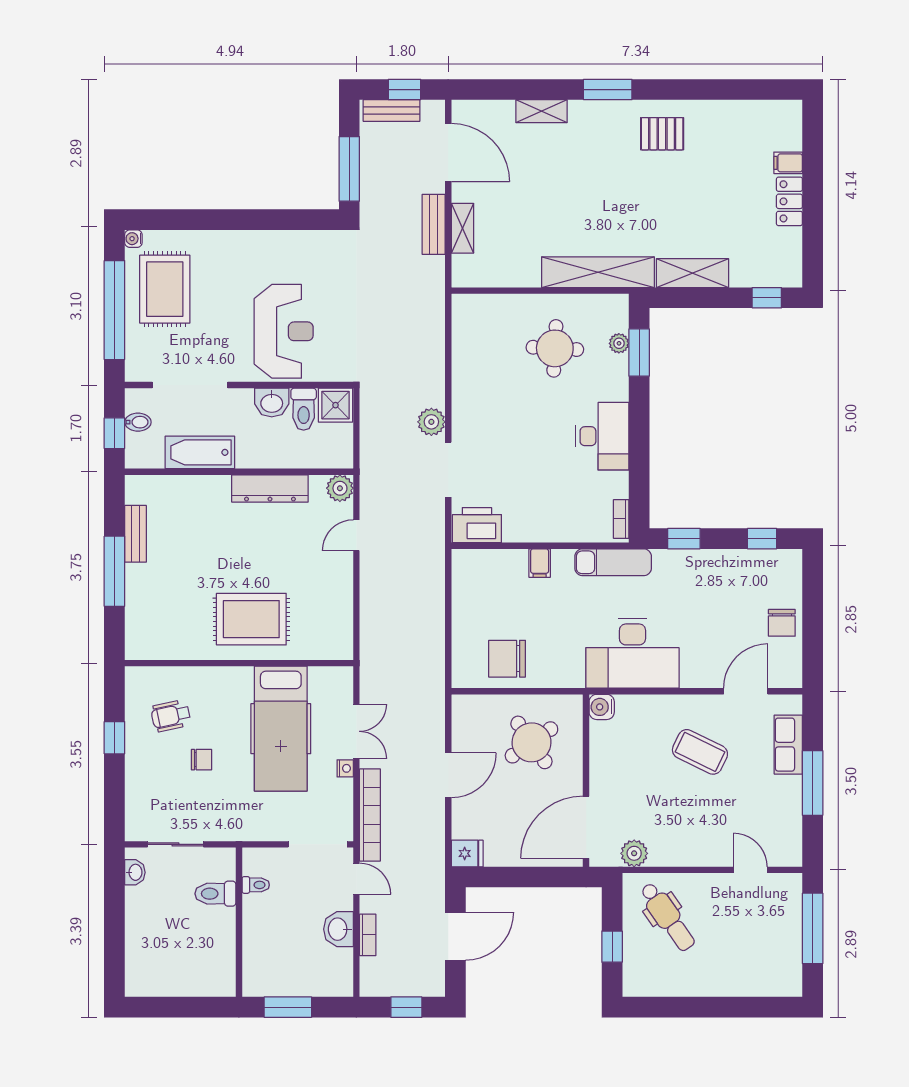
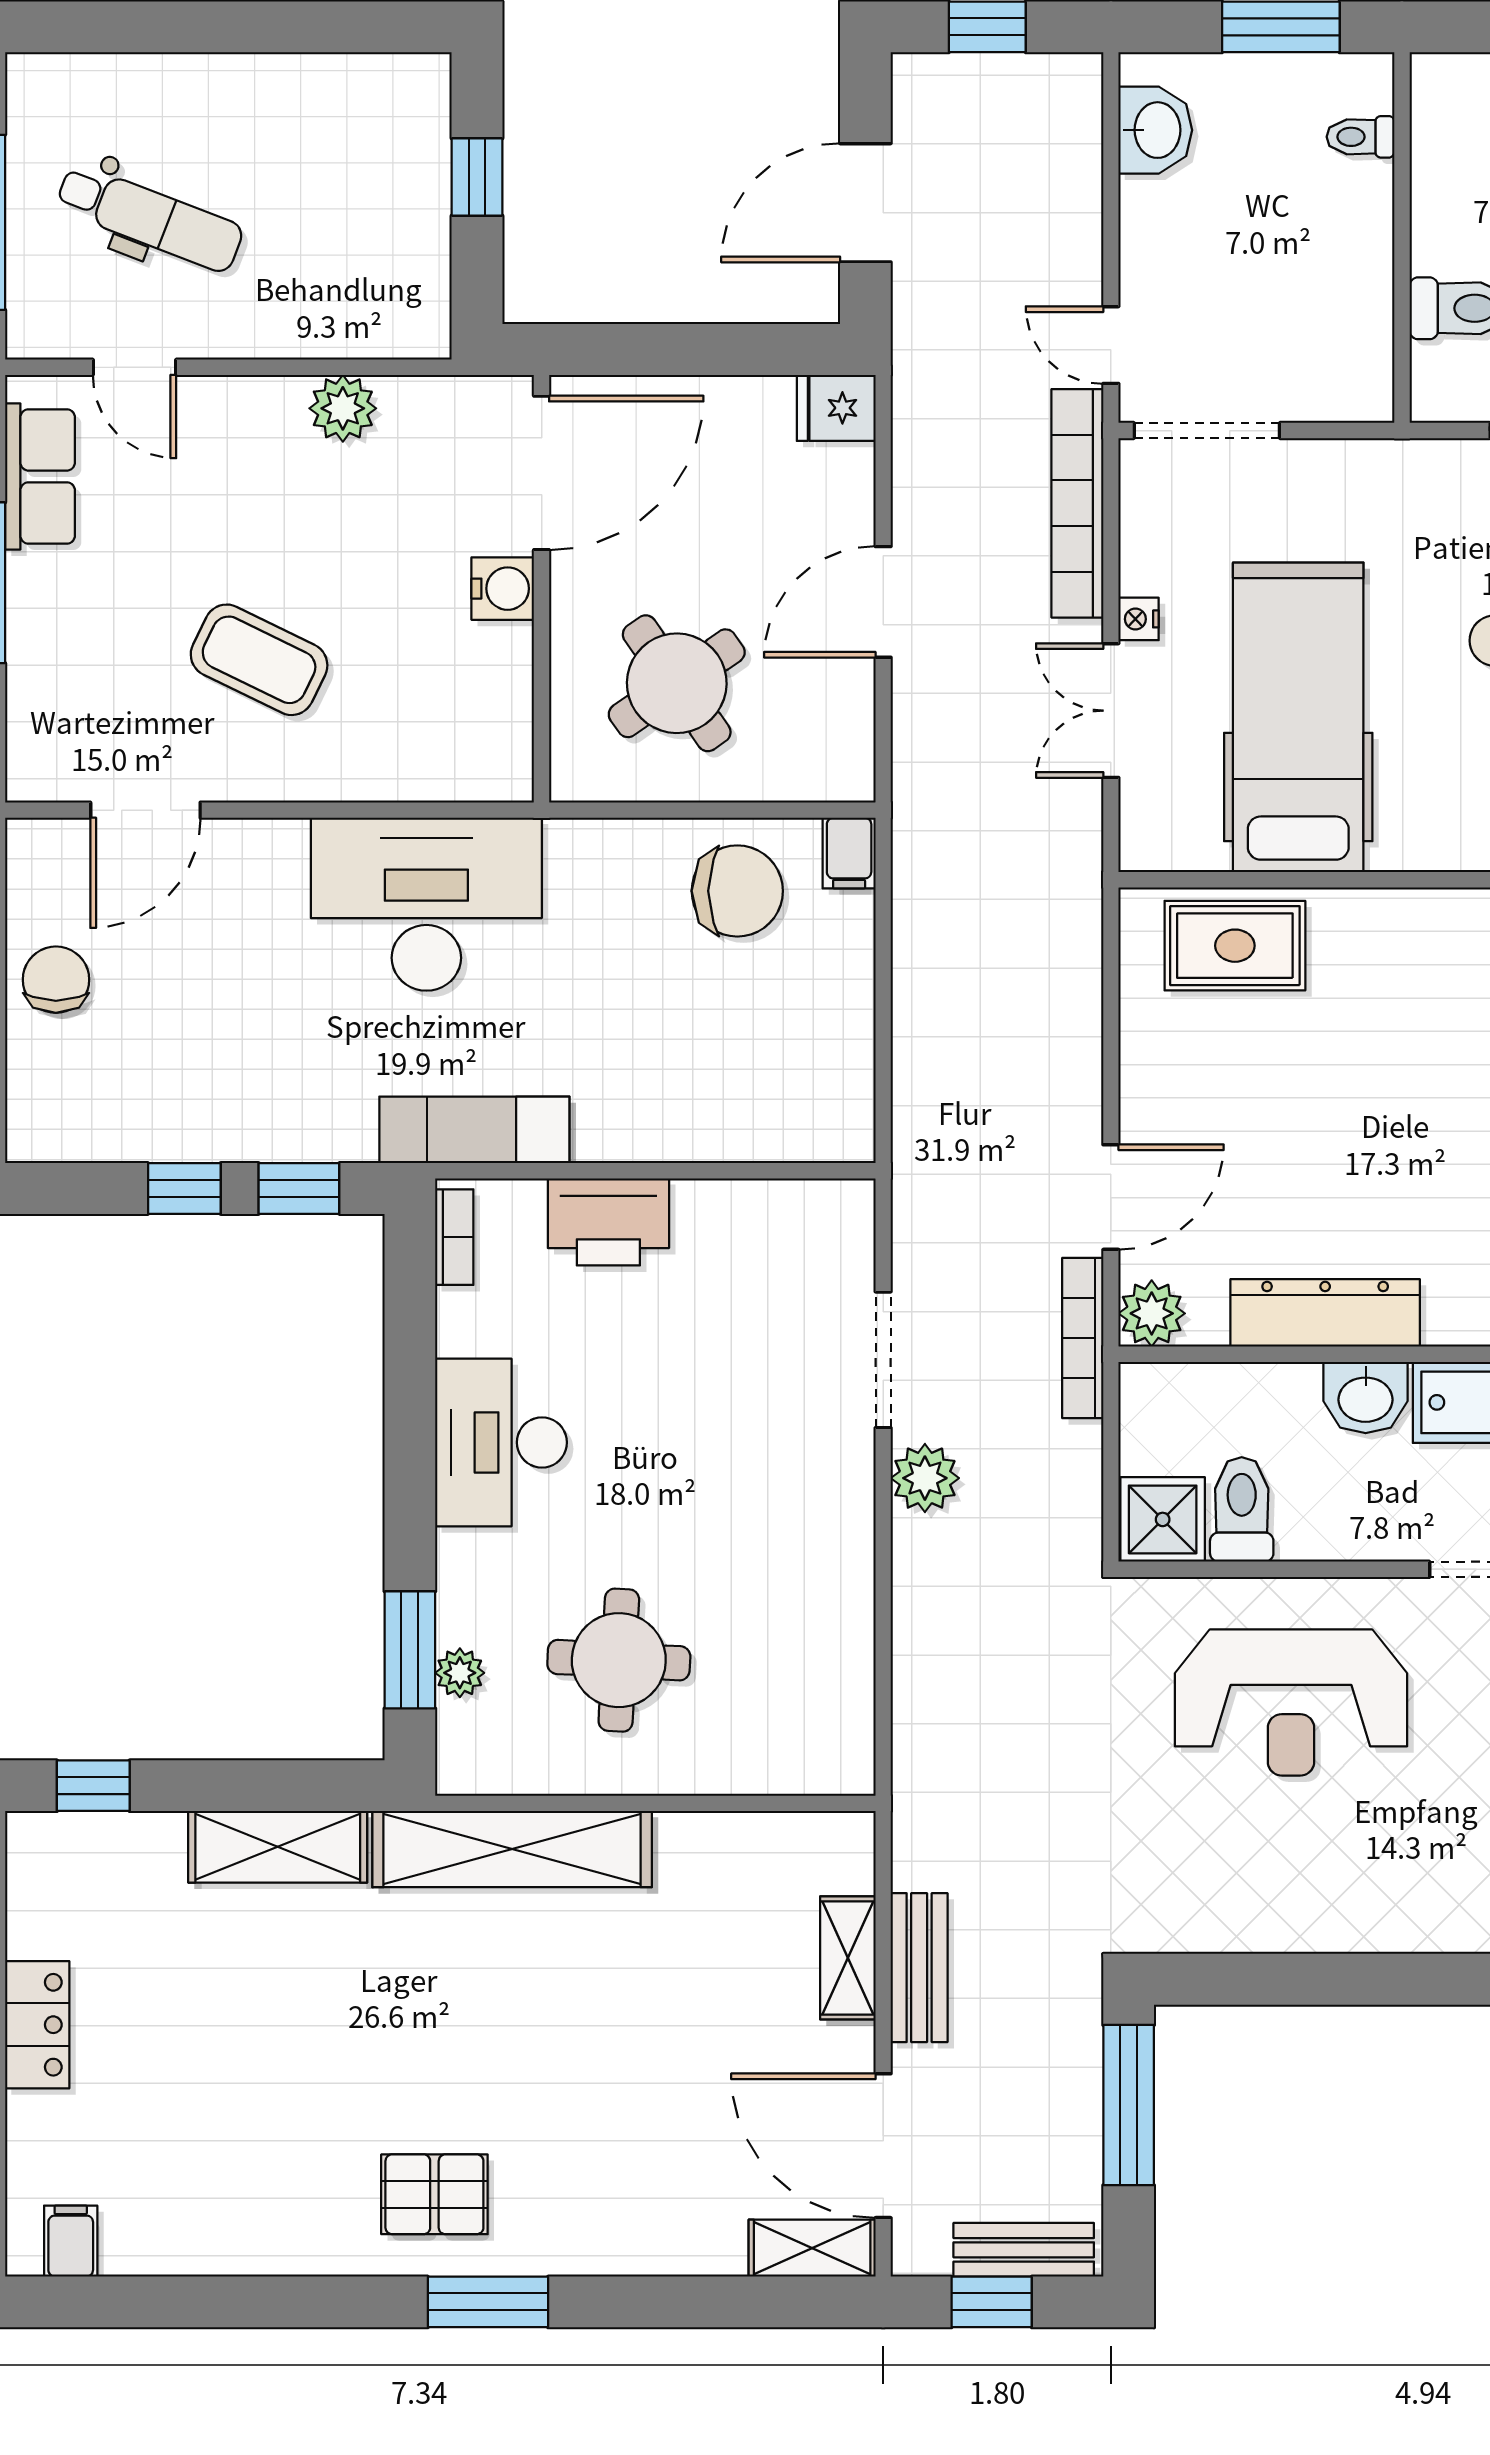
shelving: (541, 111) -> (812, 2248), moved
pallet: (662, 134) -> (434, 2194), moved
filing cabinet: (788, 163) -> (71, 2241), moved, turned -90
reception desk: (284, 331) -> (1291, 1702), turned -90
washbasin: (272, 402) -> (1366, 1398), moved, turned 180
printer: (477, 525) -> (608, 1222), moved
door: (356, 535) -> (1111, 1197), width x1.38
window: (762, 539) -> (184, 1188), moved
filing cabinet: (540, 563) -> (849, 853), moved, turned 180
rug: (251, 619) -> (1235, 946), moved, width x0.73, depth x0.70
water cooler: (602, 707) -> (503, 589), moved
row of seats: (788, 745) -> (40, 476), moved
plant: (634, 853) -> (343, 408), moved
toilet: (256, 885) -> (1360, 137), moved
dental chair: (668, 917) -> (150, 218), moved, turned 146
washbasin: (338, 929) -> (1155, 130), moved
bookcase: (368, 935) -> (1083, 1338), moved, width x1.56

